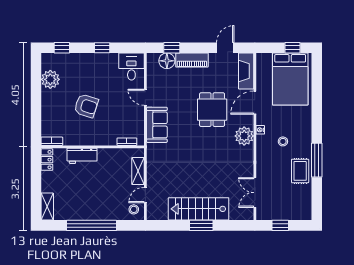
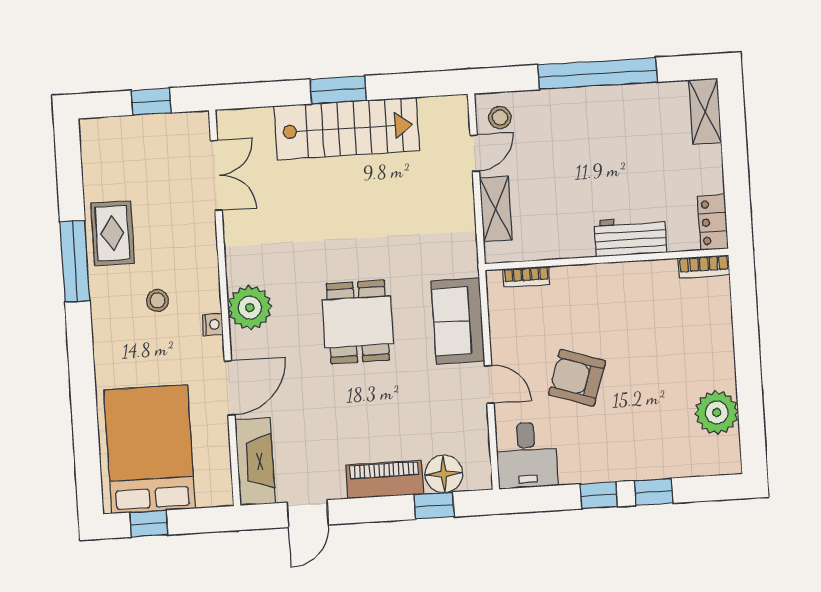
window: (62, 48) -> (654, 492), moved
armchair: (86, 106) -> (577, 378), moved
dining table: (212, 110) -> (358, 322), moved

